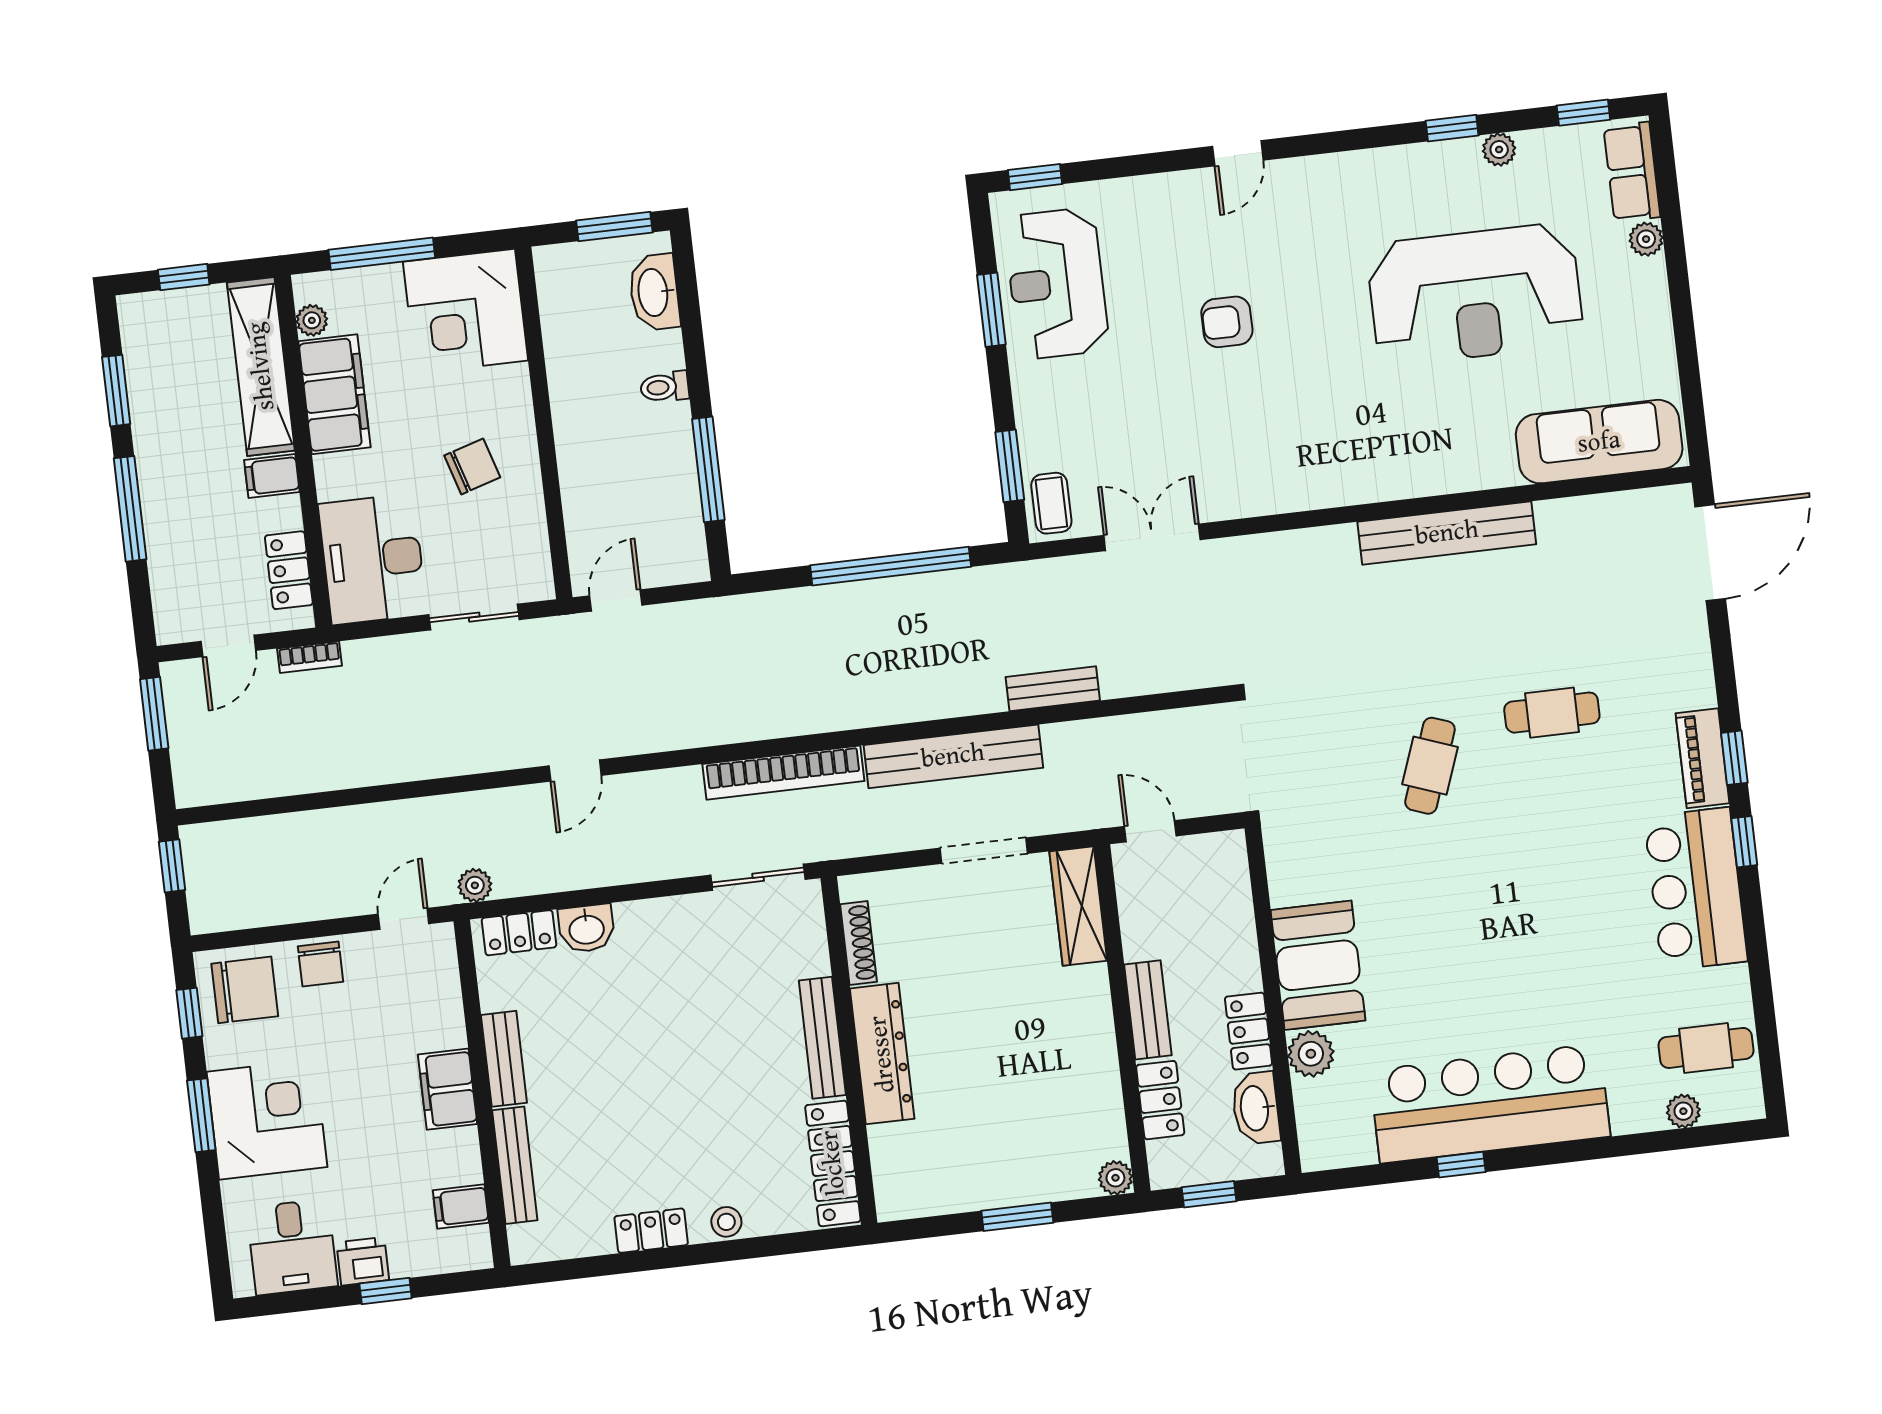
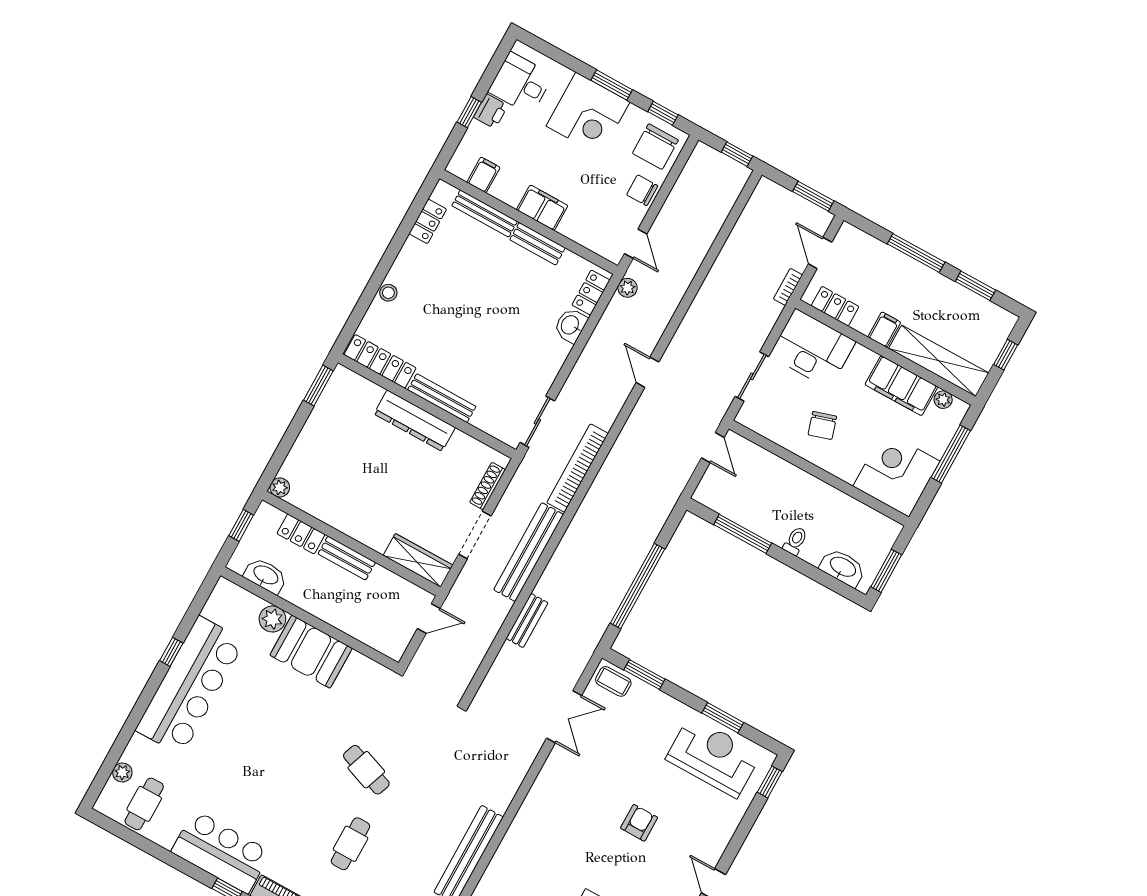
shoe rack: (858, 943) -> (487, 486), moved, turned 90
locker: (1248, 1031) -> (304, 598), removed
window: (1017, 1217) -> (318, 386), moved
locker: (651, 1231) -> (428, 221), moved

